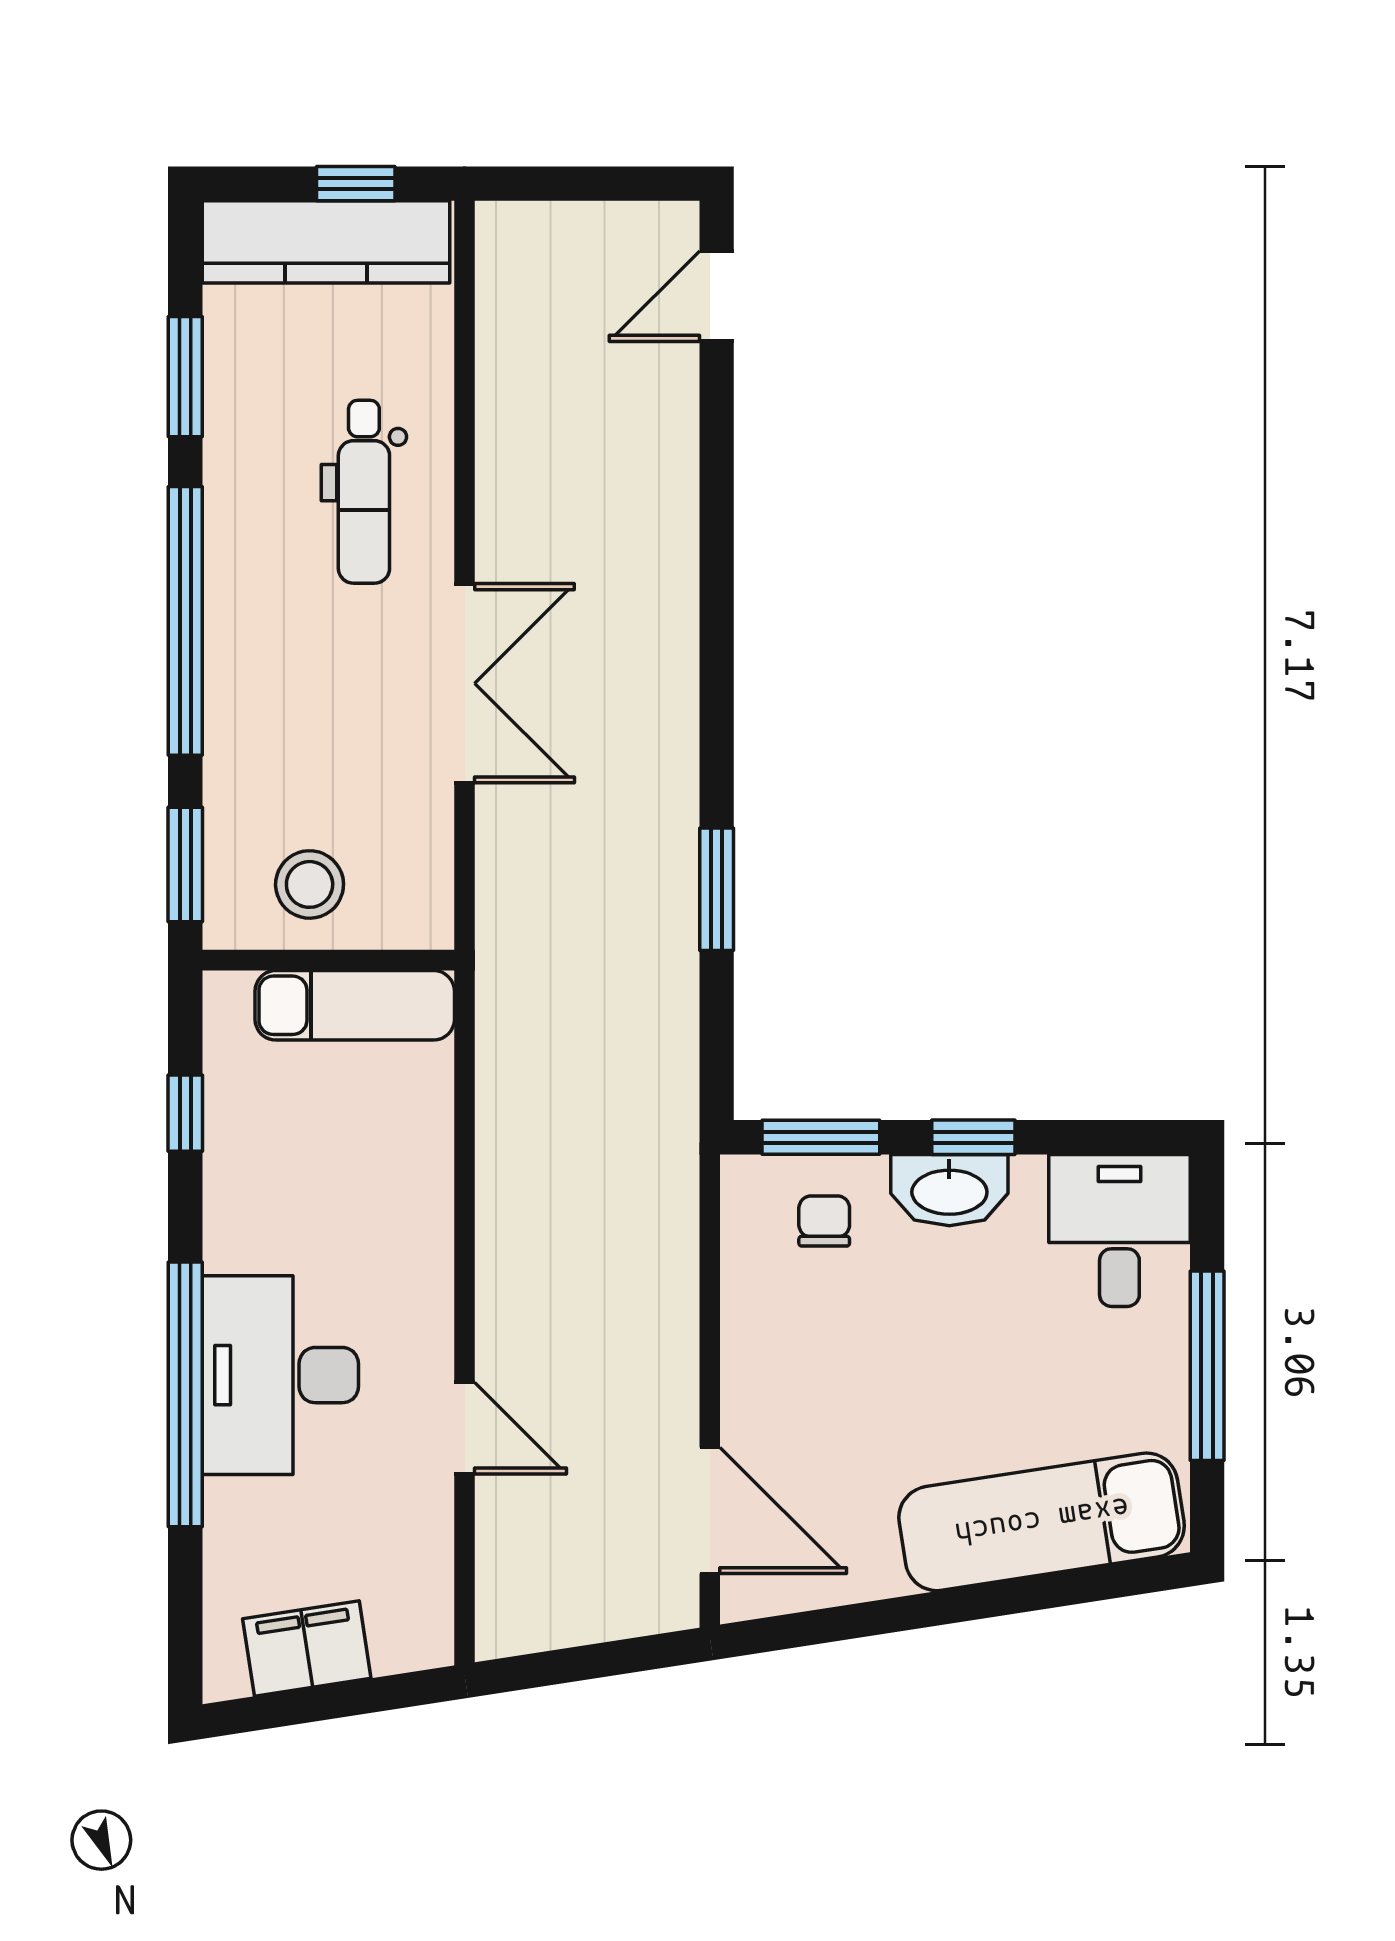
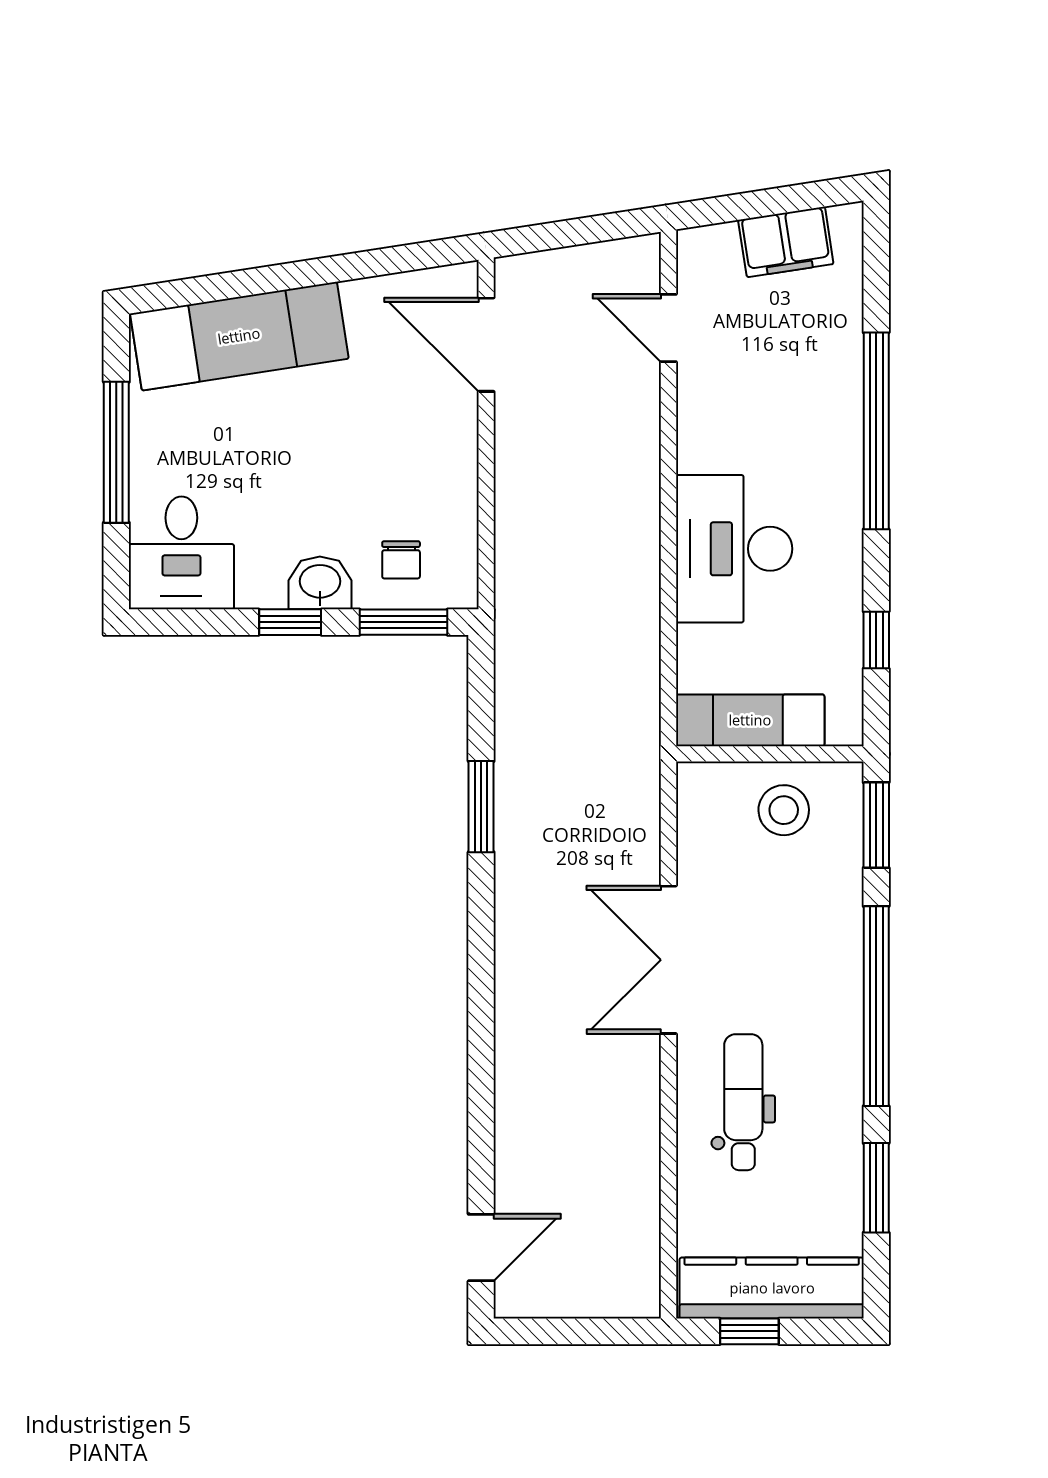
washbasin: (949, 1190) -> (320, 583), width x0.72
desk: (280, 1375) -> (734, 549), moved, turned 180
door: (465, 1428) -> (668, 328), moved

